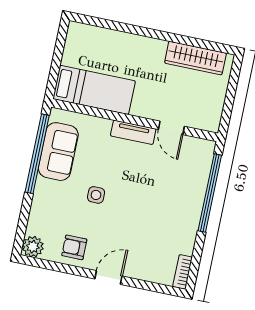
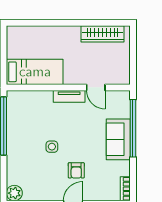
sofa: (58, 152) -> (118, 139), moved, turned 180
armchair: (74, 247) -> (76, 170), moved, turned -90

